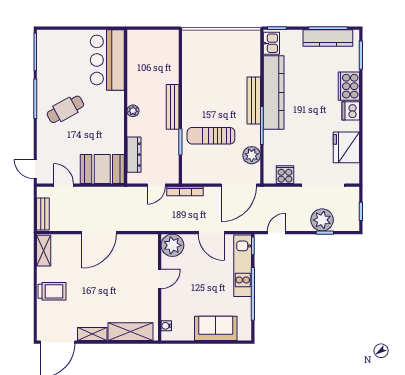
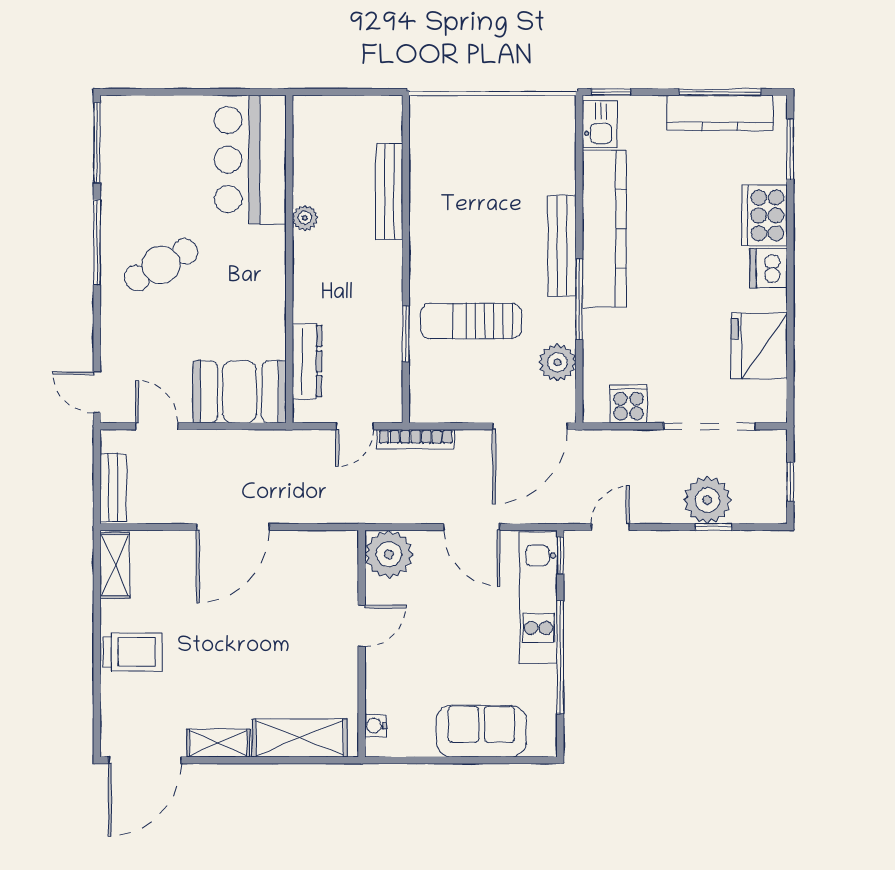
bench: (173, 107) -> (389, 192), moved
plant: (133, 111) -> (305, 218), moved

